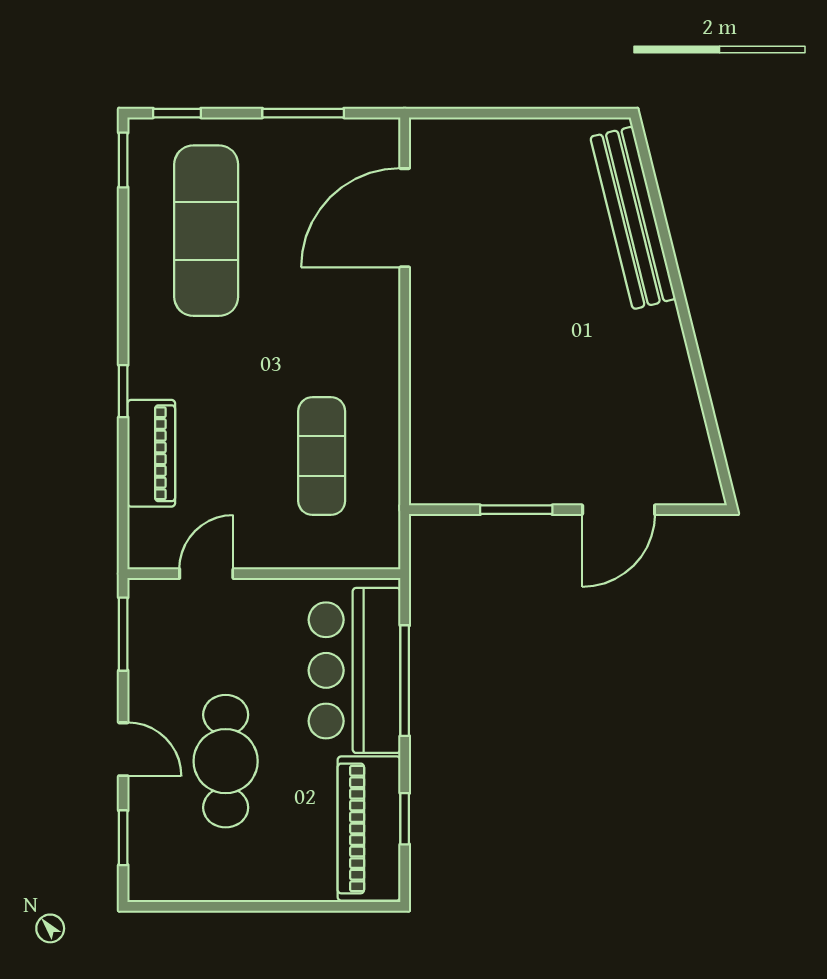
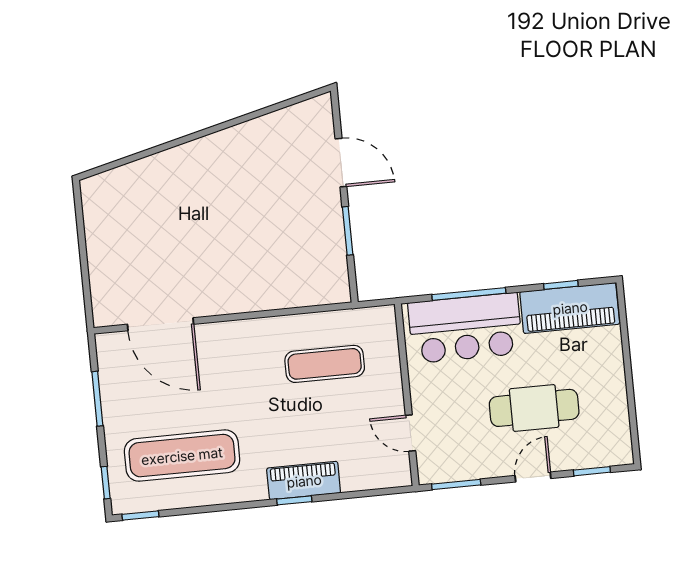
bench: (633, 218) -> (146, 172), removed
piano: (151, 453) -> (304, 481), moved

